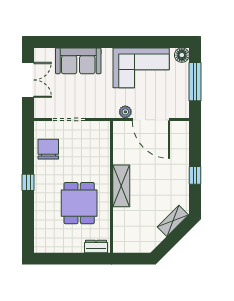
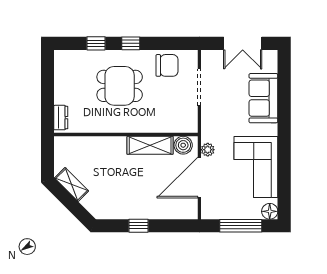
boiler: (121, 134) -> (183, 145), added
shelving: (121, 186) -> (150, 145), moved
dining table: (79, 203) -> (120, 86), moved
window: (28, 214) -> (96, 43), added
shelving: (173, 221) -> (72, 184), moved

